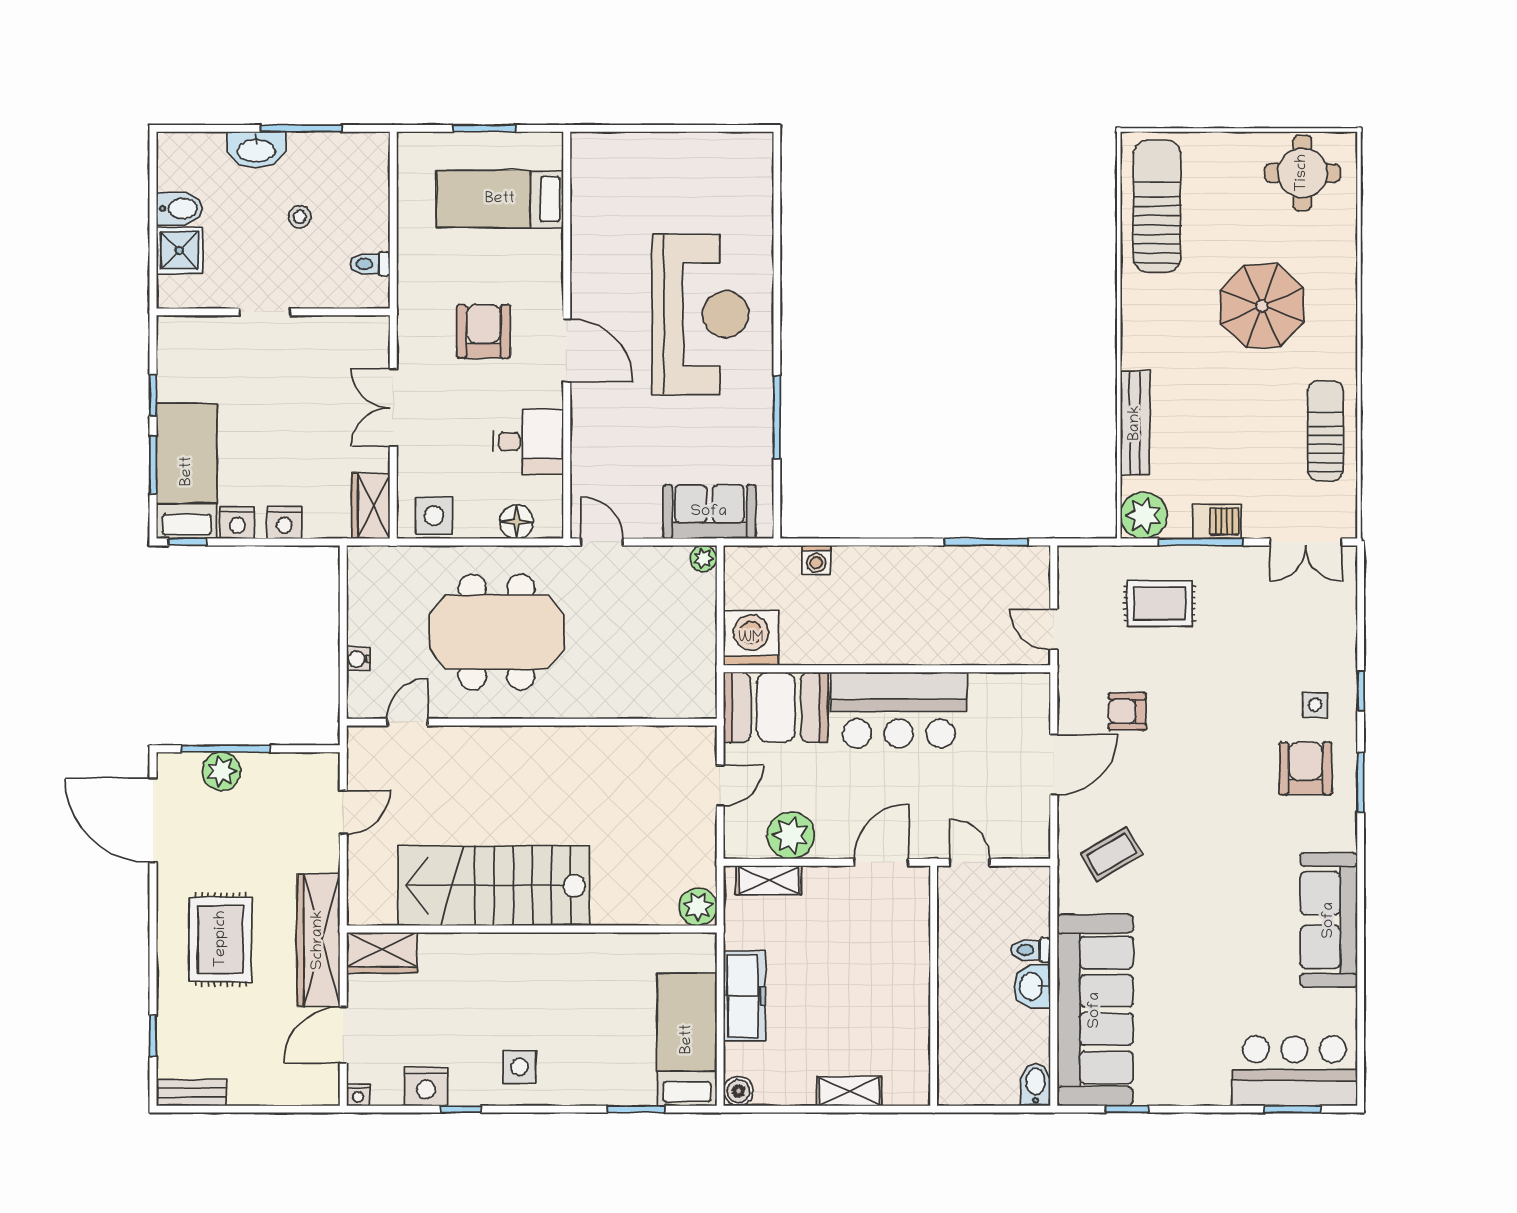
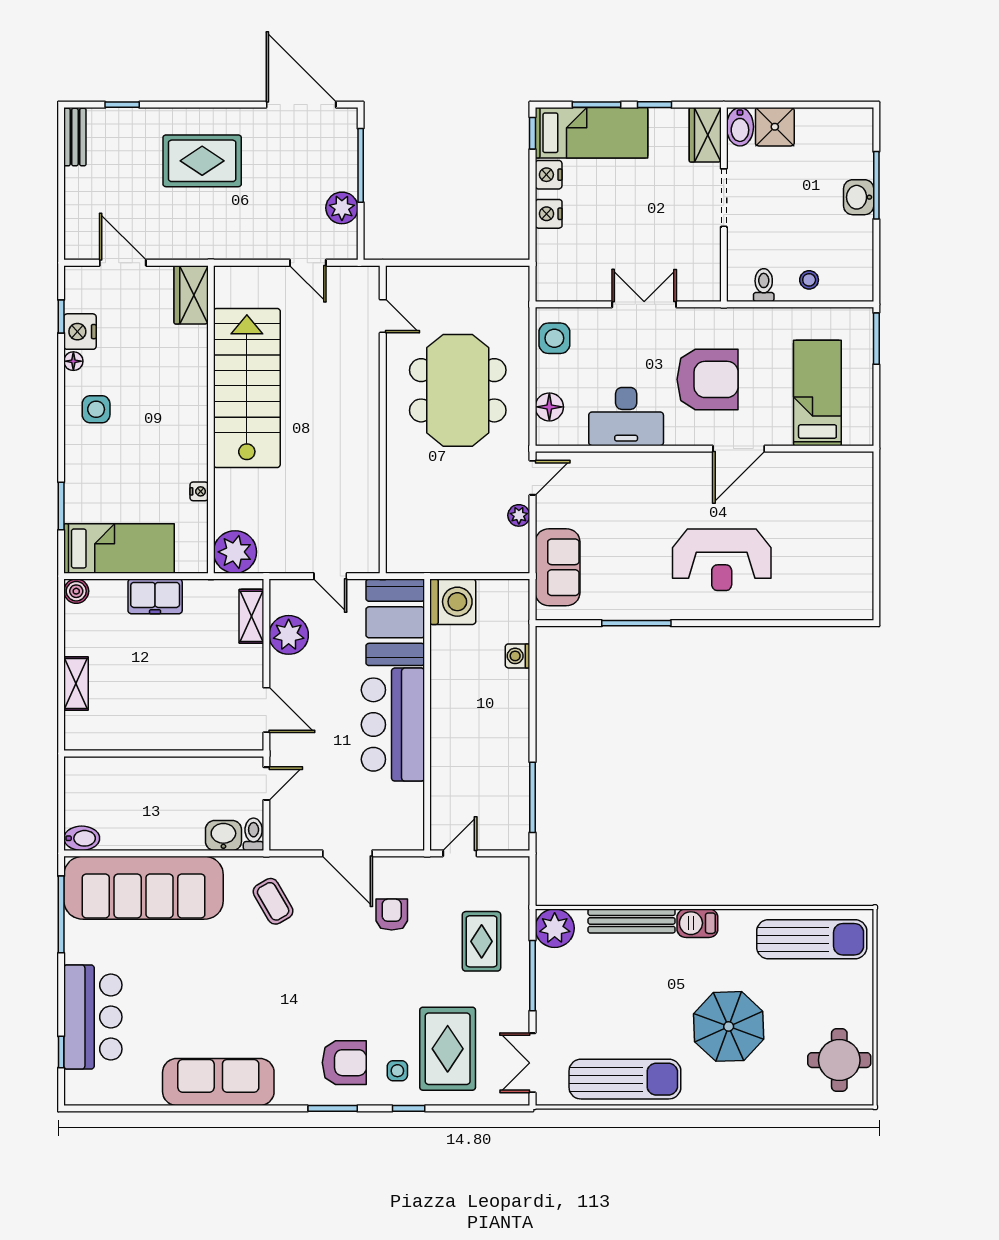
window: (301, 128) -> (876, 185), moved
window: (484, 128) -> (876, 339), moved
washbasin: (256, 150) -> (859, 197), width x0.72
bidet: (180, 209) -> (740, 127), moved
stool: (300, 217) -> (809, 280), moved
doorway: (265, 312) -> (724, 198), width x1.38
reception desk: (700, 314) -> (722, 560), width x0.74, depth x0.77
armchair: (484, 331) -> (708, 379), width x1.36, depth x1.36
door: (567, 350) -> (739, 449), moved
sun lounger: (1325, 431) -> (625, 1079), width x1.36, depth x1.34
desk: (528, 442) -> (626, 417), width x1.37
wardrobe: (371, 506) -> (705, 135), moved, turned -90
barbecue: (1217, 521) -> (697, 923), moved, turned 90
plant: (703, 558) -> (519, 515), moved
rug: (1289, 644) -> (448, 1049), added
water cooler: (358, 659) -> (435, 275), removed
plant: (221, 771) -> (342, 208), moved
door: (153, 820) -> (301, 105), hinge flipped
plant: (698, 907) -> (235, 552), width x1.36, depth x1.36
wardrobe: (318, 940) -> (201, 242), removed
toilet: (1031, 950) -> (254, 834), moved
washbasin: (1032, 986) -> (223, 835), moved
freezer: (745, 996) -> (155, 596), width x0.71
bar counter: (1295, 1071) -> (93, 1017), moved
floor lamp: (462, 1094) -> (73, 361), added
nightstand: (358, 1095) -> (199, 491), moved, turned 180
window: (461, 1109) -> (61, 316), moved
window: (1127, 1109) -> (61, 914), width x2.17
window: (1293, 1109) -> (61, 1052), width x0.67

